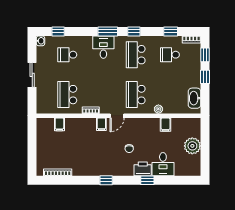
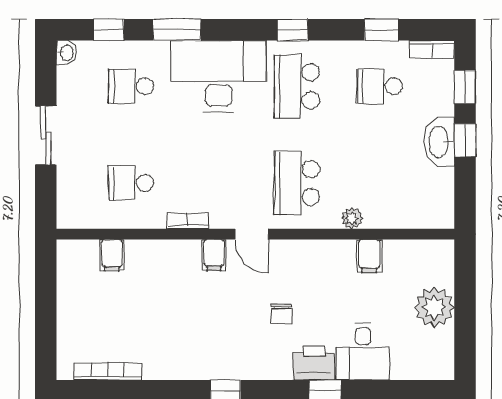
window: (108, 31) -> (177, 30), moved
desk: (103, 47) -> (219, 76), width x1.87, depth x1.30
school desk: (67, 95) -> (131, 183), width x0.54
washbasin: (194, 98) -> (439, 142), moved
door: (117, 116) -> (252, 234), hinge flipped

